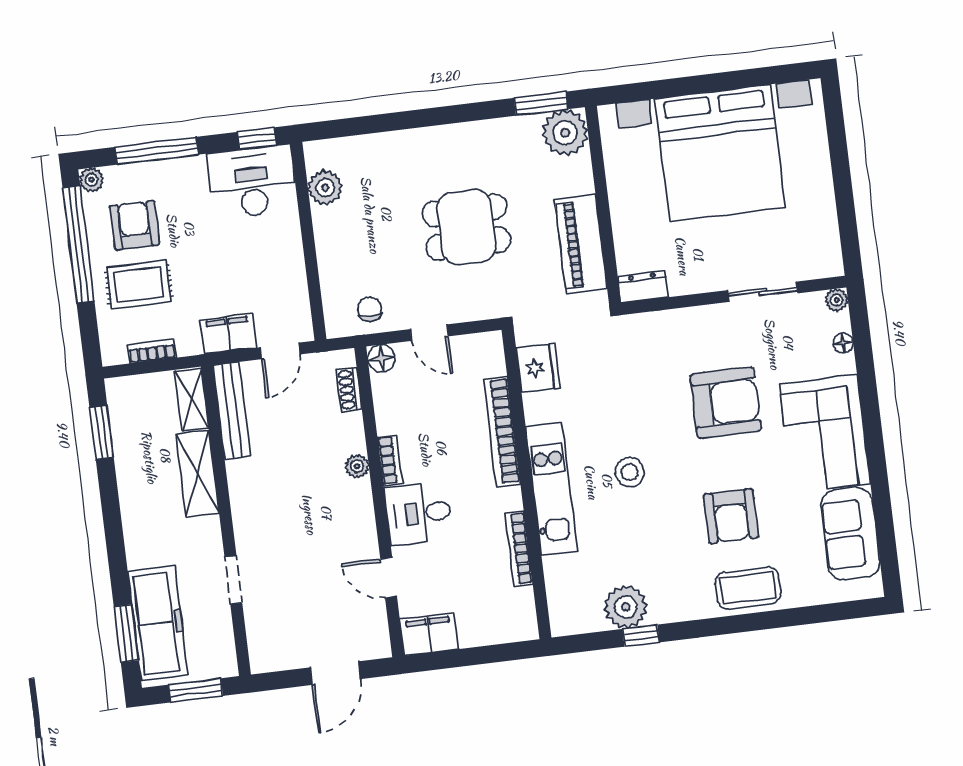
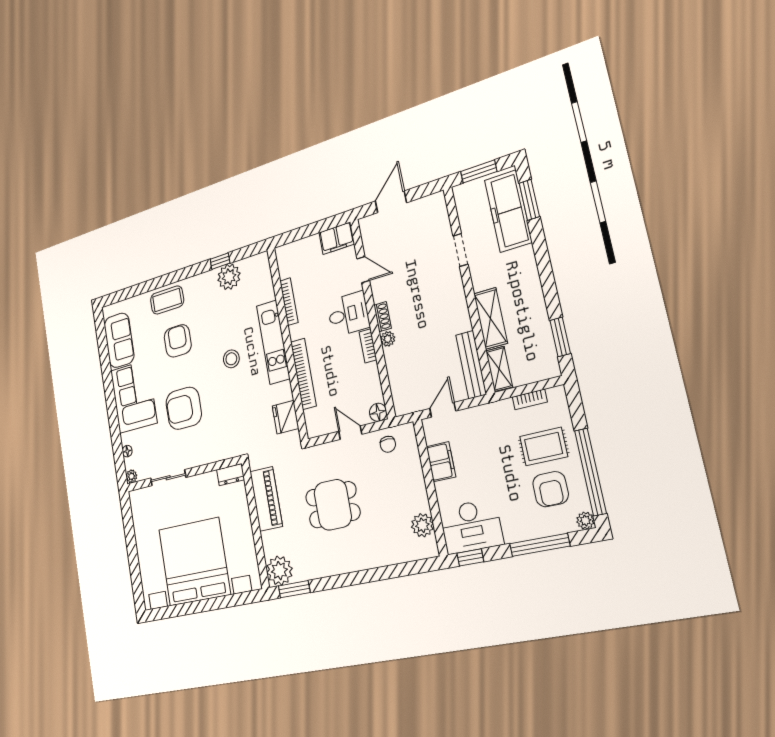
filing cabinet: (228, 334) -> (441, 462), moved, turned -90
shoe rack: (349, 389) -> (383, 317), moved

